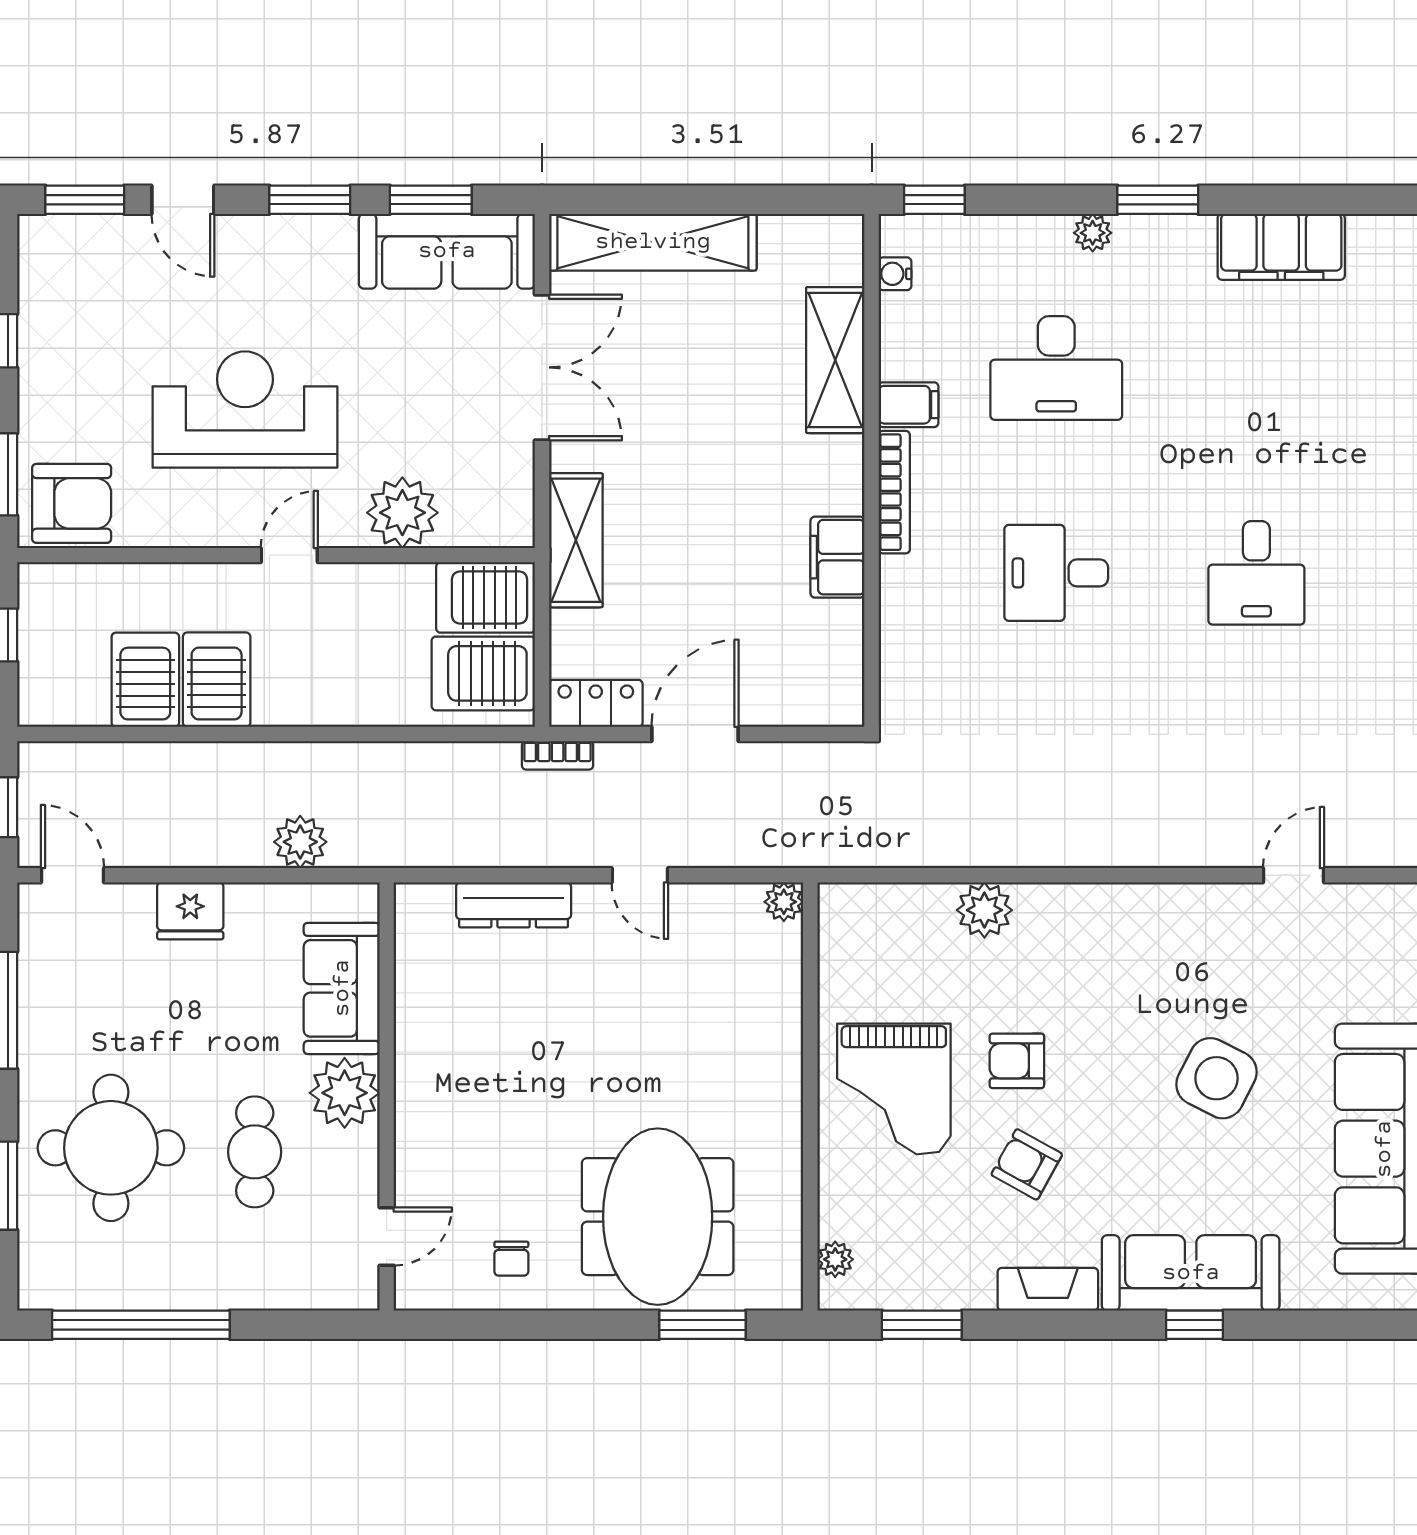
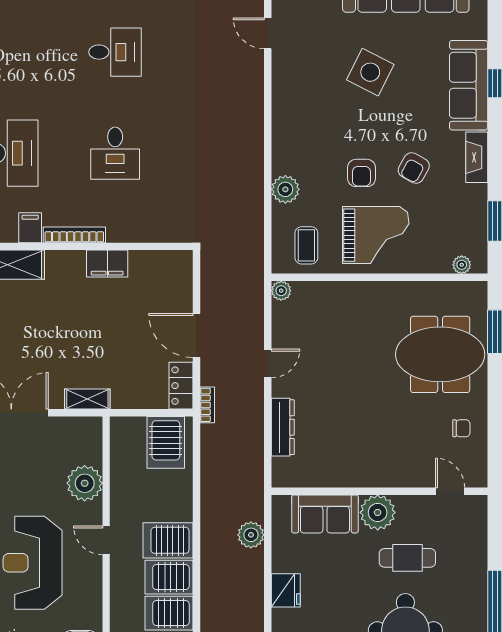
shelving: (576, 540) -> (87, 399), width x0.67, depth x0.75
server rack: (486, 597) -> (168, 540), moved, turned 90
coffee table: (874, 952) -> (306, 245), added

